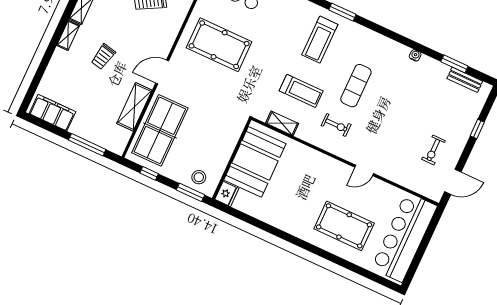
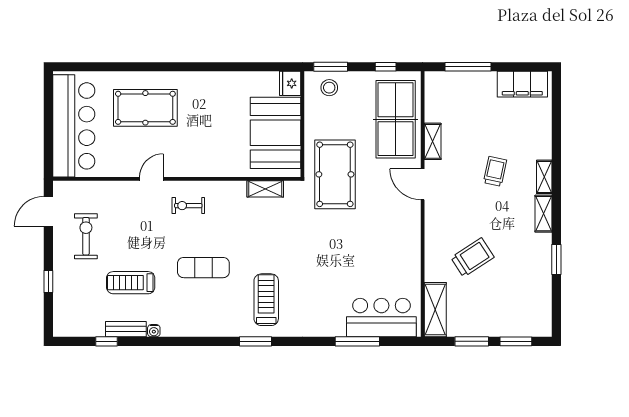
pool table: (219, 45) -> (335, 174), moved, turned 90
window: (454, 64) -> (106, 341), width x0.67
door: (162, 72) -> (423, 184), swing flipped
bench: (465, 80) -> (126, 329), moved
exercise mat: (356, 86) -> (203, 268), turned 90
treadmill: (301, 91) -> (131, 283), moved
shelving: (134, 107) -> (433, 141), width x0.67, depth x0.75
exercise bike: (336, 125) -> (188, 206), moved
exercise bike: (433, 150) -> (86, 236), width x1.38, depth x1.39

